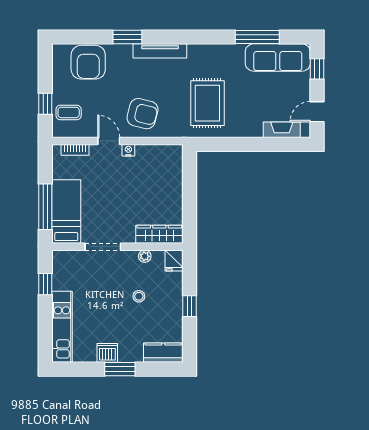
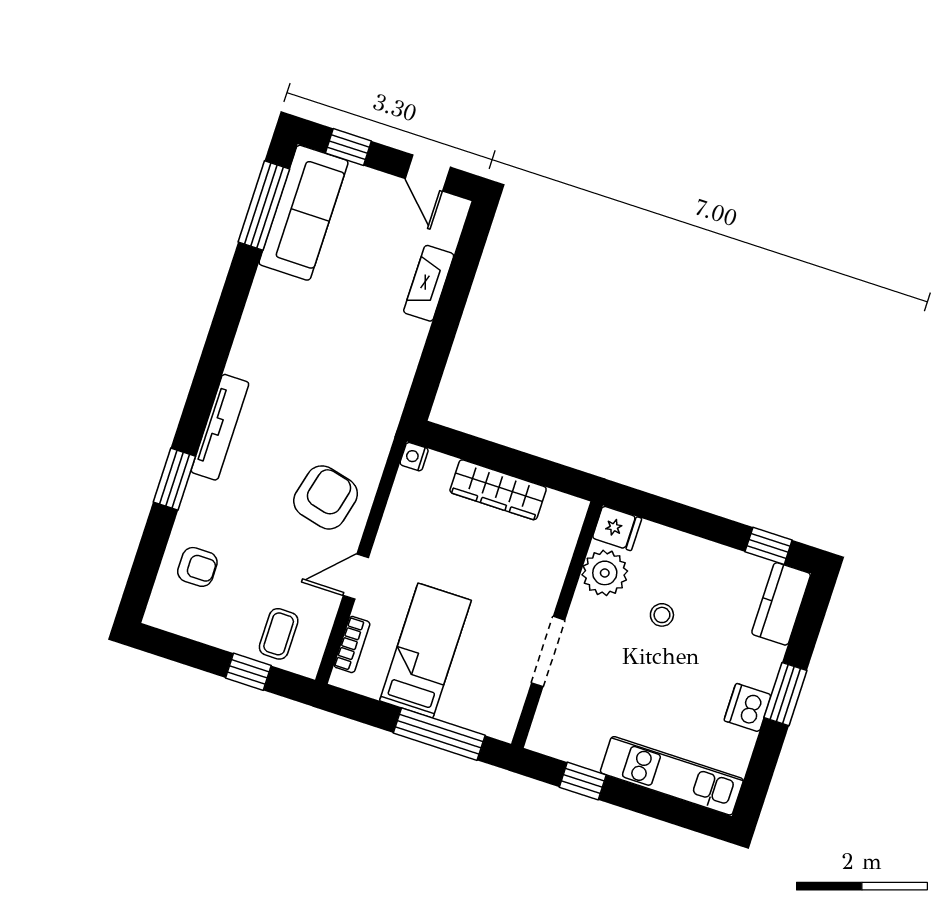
window: (257, 37) -> (264, 205), moved
armchair: (88, 62) -> (197, 567), width x0.53, depth x0.53
rug: (207, 103) -> (345, 371), removed
fireplace: (282, 130) -> (429, 283), moved
nightstand: (128, 150) -> (414, 457), moved
bed: (66, 211) -> (425, 650), moved, turned 90
wardrobe: (159, 234) -> (498, 490), moved, turned -90
plant: (145, 256) -> (605, 573), width x1.88, depth x1.88
window: (189, 306) -> (769, 546), moved

